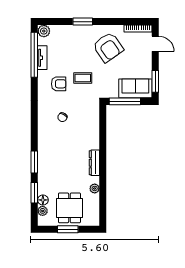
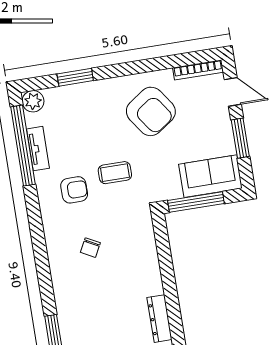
window: (83, 22) -> (75, 77), moved
window: (155, 81) -> (240, 138), moved

